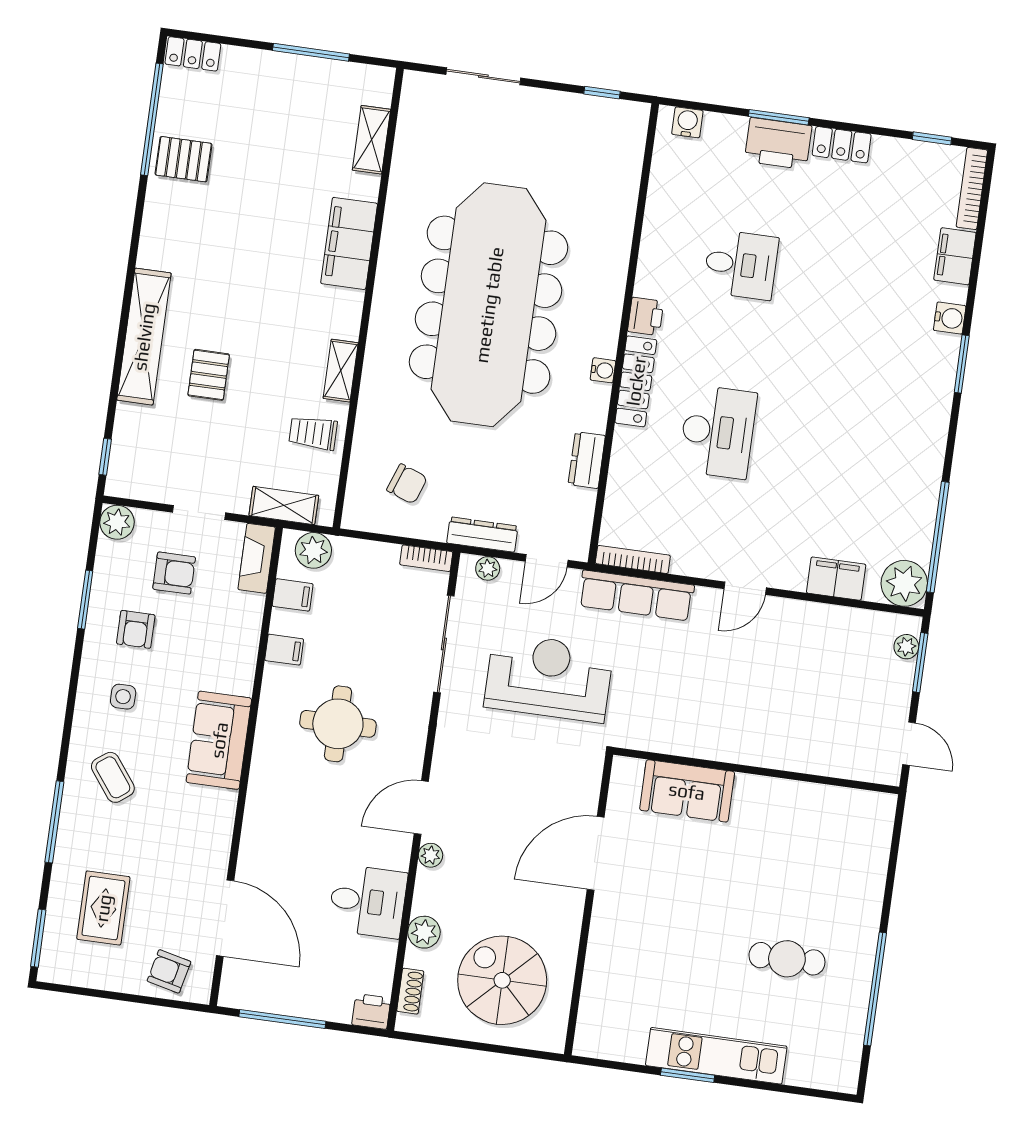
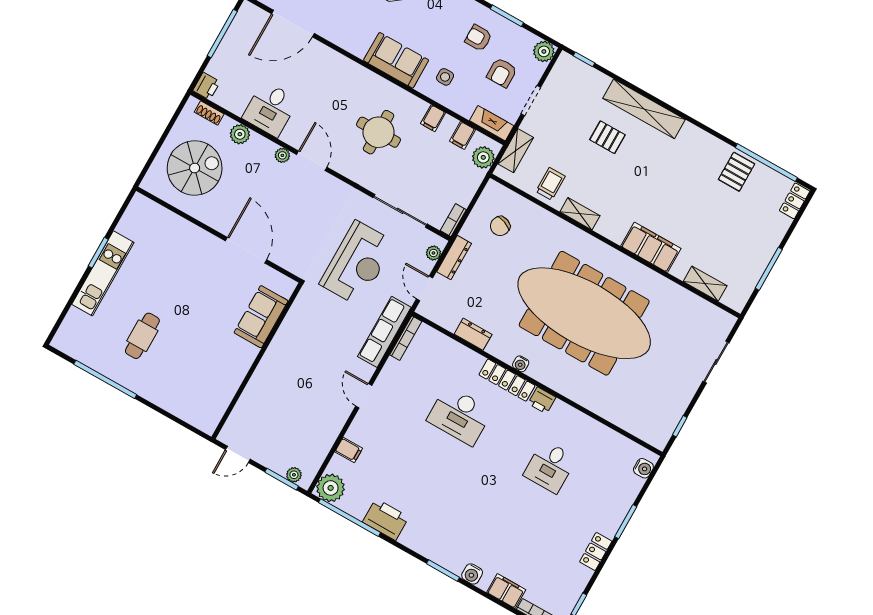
printer: (778, 143) -> (386, 520), moved, turned 90
filing cabinet: (836, 579) -> (349, 450), width x0.50
side table: (123, 697) -> (445, 77), moved

